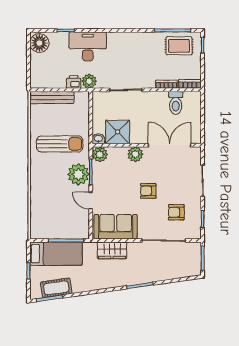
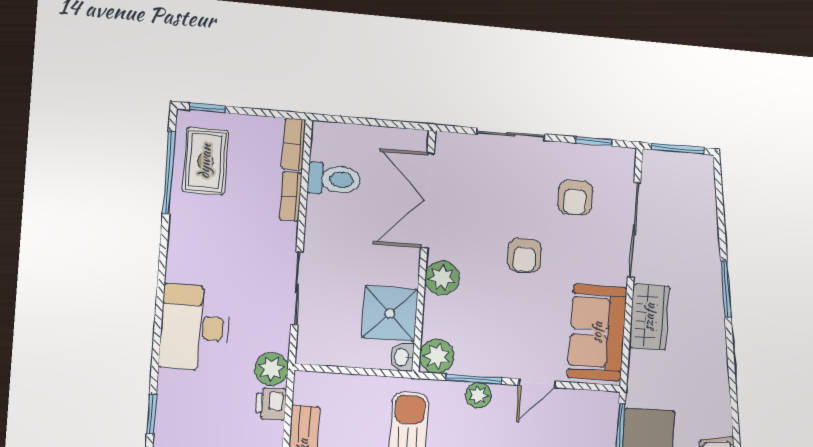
desk: (88, 46) -> (195, 327), moved
plant: (78, 174) -> (478, 395), width x0.53, depth x0.53
wardrobe: (112, 250) -> (649, 317), moved

